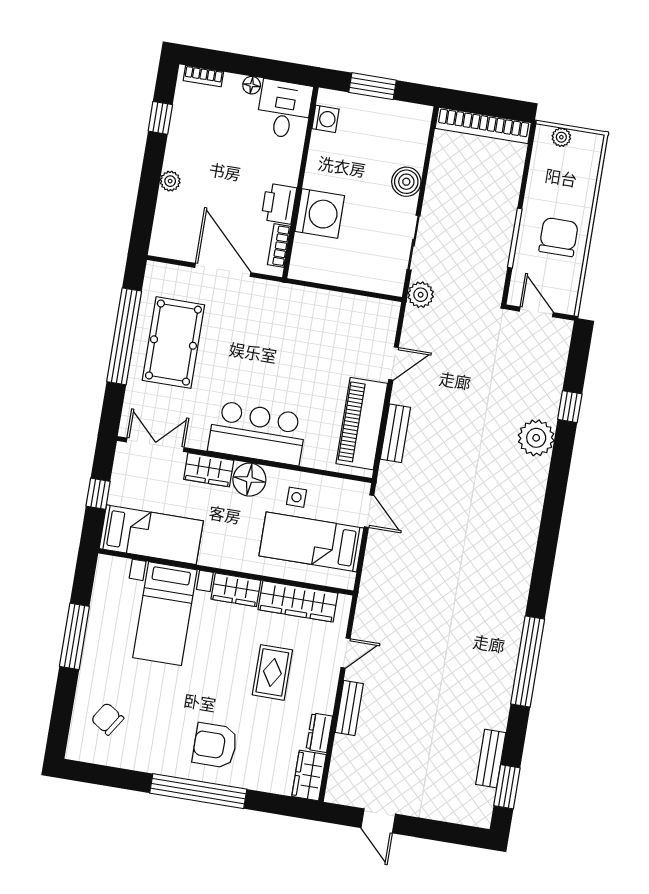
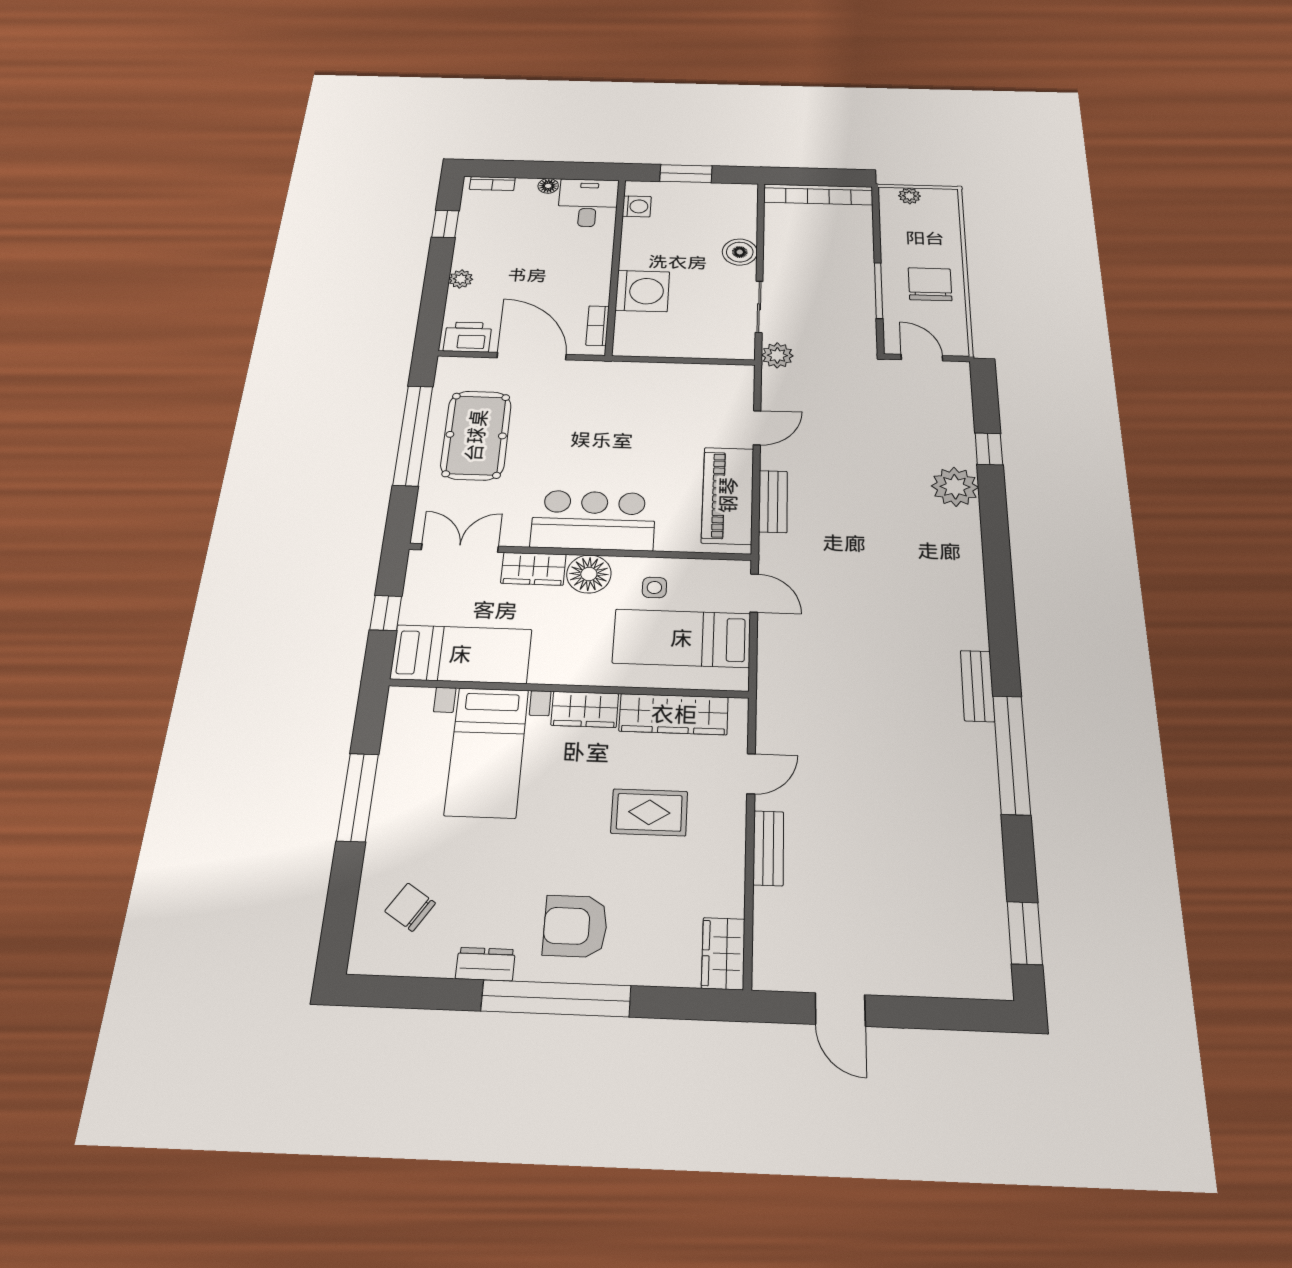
printer: (279, 204) -> (468, 337), moved, turned 90
rug: (272, 672) -> (649, 812), turned 90
dresser: (319, 733) -> (485, 964), moved, turned 90
bench: (491, 759) -> (977, 686), moved

